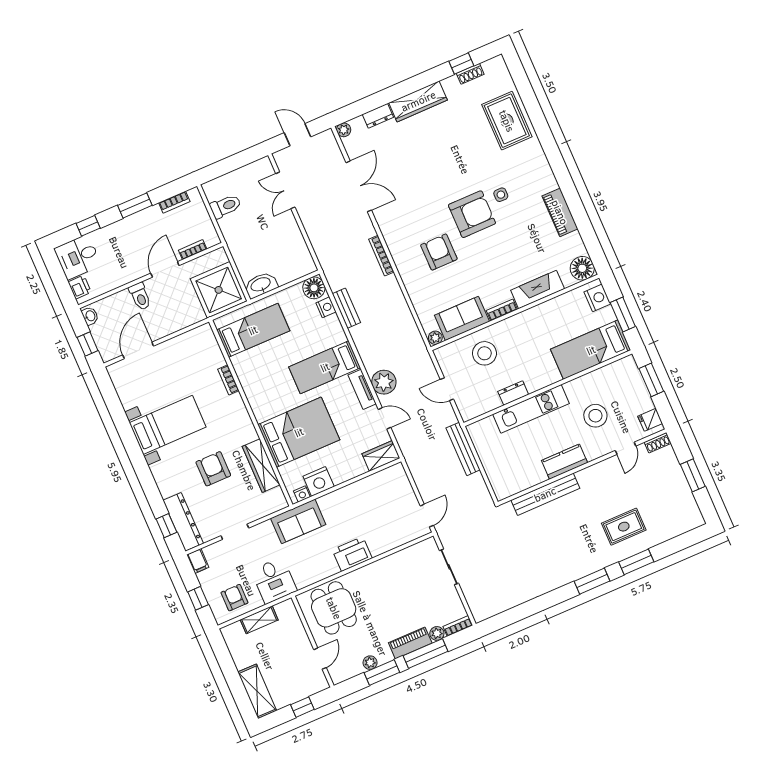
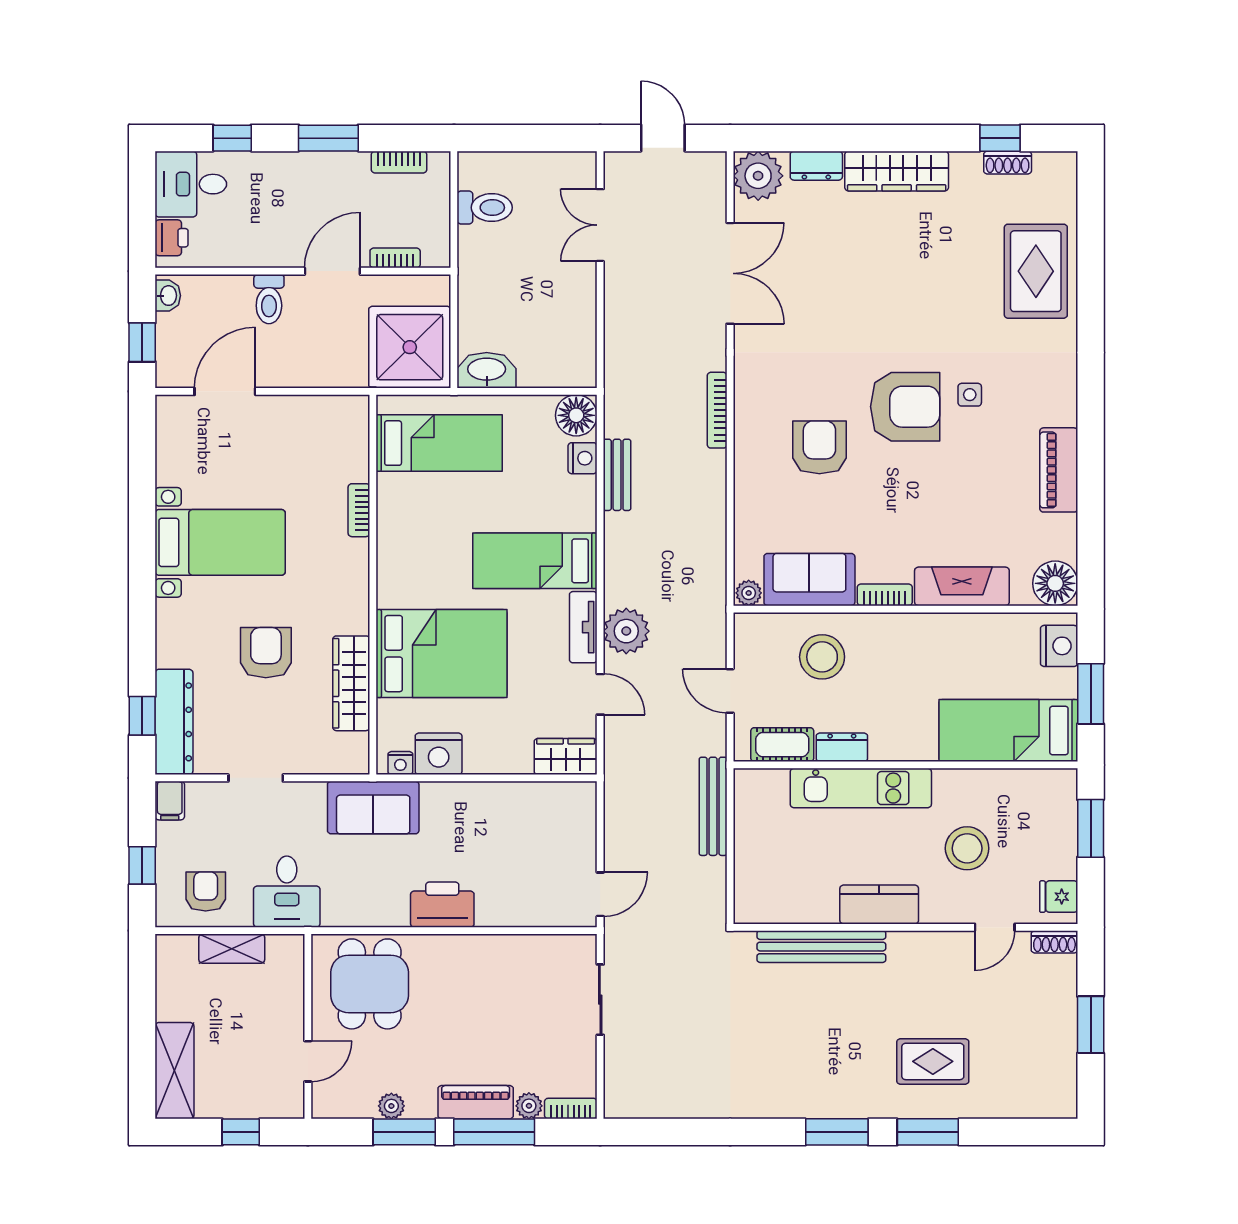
plant: (344, 130) -> (758, 176), width x1.88, depth x1.88
cot: (484, 404) -> (782, 745), added

